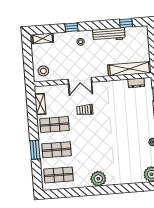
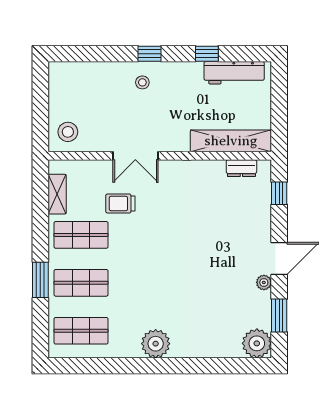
window: (126, 23) -> (207, 54), moved
window: (71, 27) -> (149, 54), moved
workbench: (109, 34) -> (234, 73), moved
shelving: (43, 38) -> (71, 70), removed
trolley: (85, 110) -> (120, 204), moved

